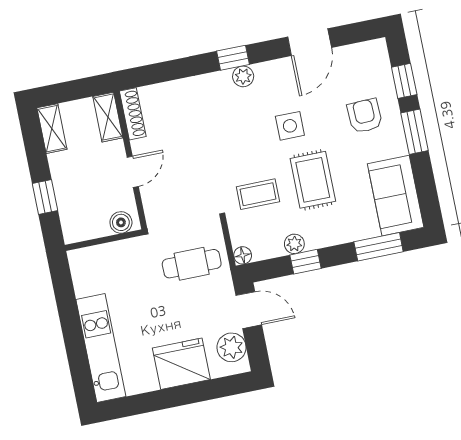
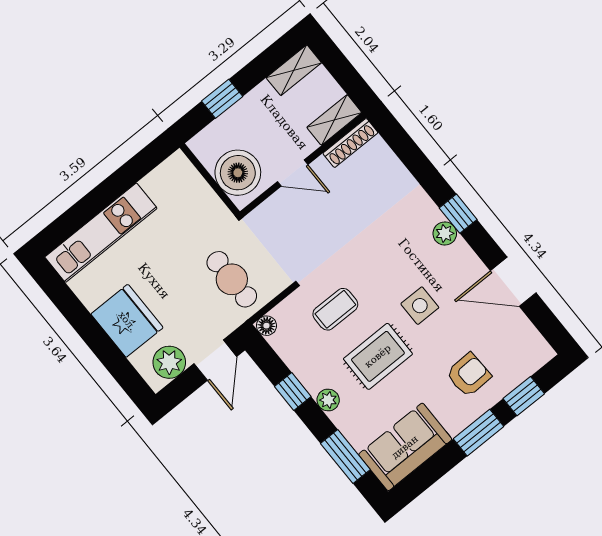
coffee table: (258, 194) -> (335, 309), turned 90
boiler: (121, 222) -> (238, 173), width x1.86, depth x1.86
plant: (294, 244) -> (328, 400), moved

